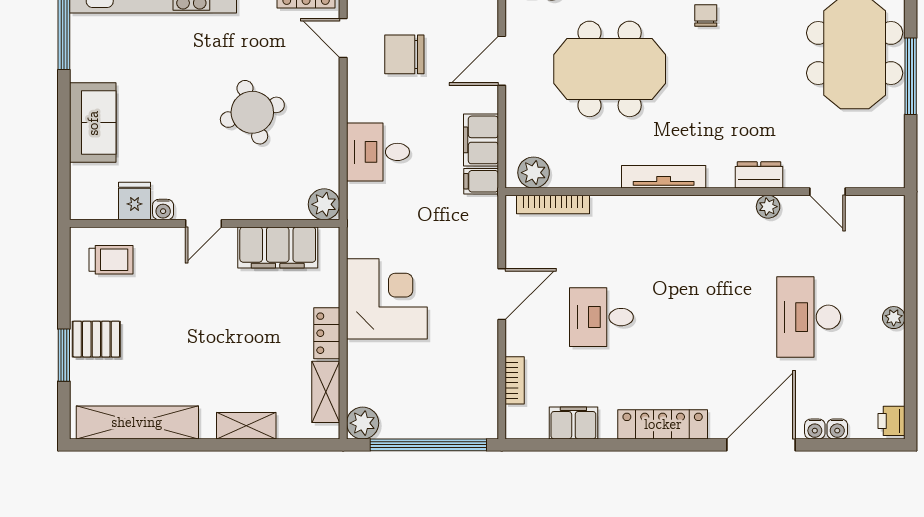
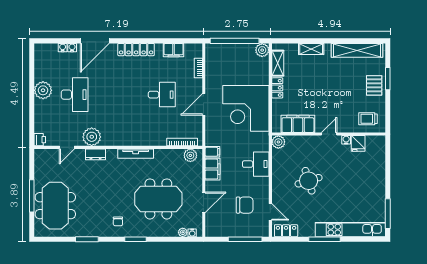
sofa: (93, 123) -> (376, 176), removed
door: (827, 192) -> (67, 147), swing flipped
plant: (768, 207) -> (92, 137), width x1.88, depth x1.88
corner desk: (387, 299) -> (246, 108), width x1.36, depth x1.36
plant: (894, 318) -> (43, 90), width x1.88, depth x1.88
pallet: (96, 339) -> (374, 85), turned 90
printer: (891, 421) -> (40, 140), moved

